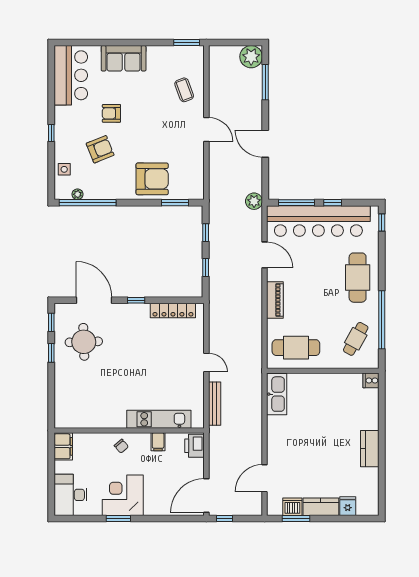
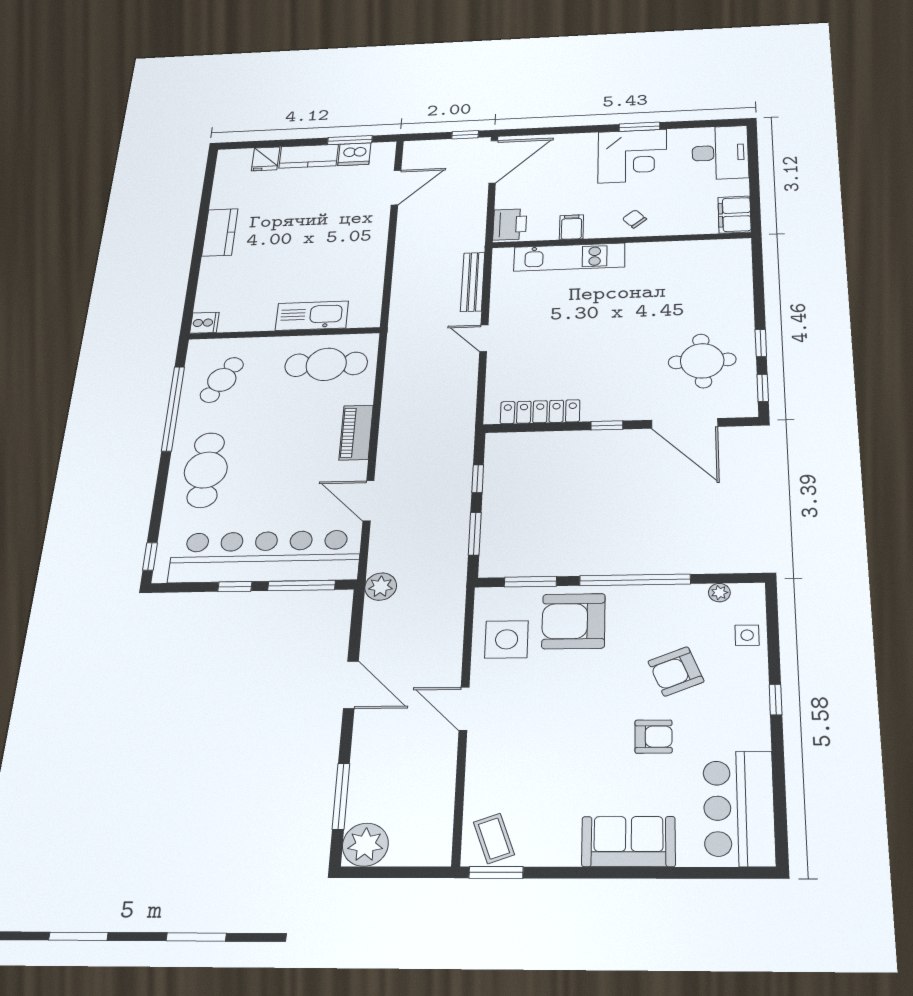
coffee table: (184, 90) -> (494, 838), moved
side table: (186, 169) -> (507, 639), added
window: (88, 203) -> (635, 580), moved
window: (206, 233) -> (475, 534), width x1.50
kitchen sink: (277, 394) -> (312, 316), moved, turned 90

